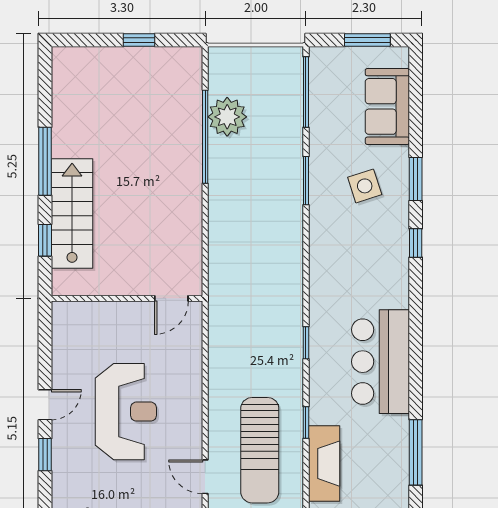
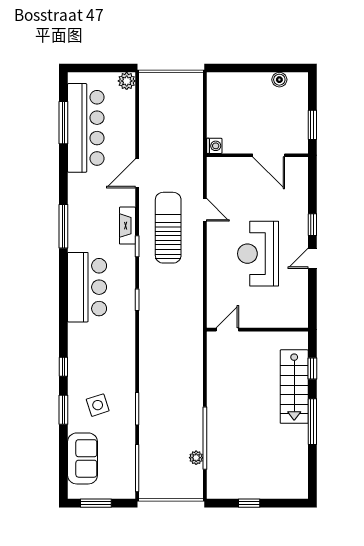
plant: (227, 117) -> (196, 458), width x0.53, depth x0.53
fireplace: (324, 464) -> (127, 226), width x0.73, depth x0.76

